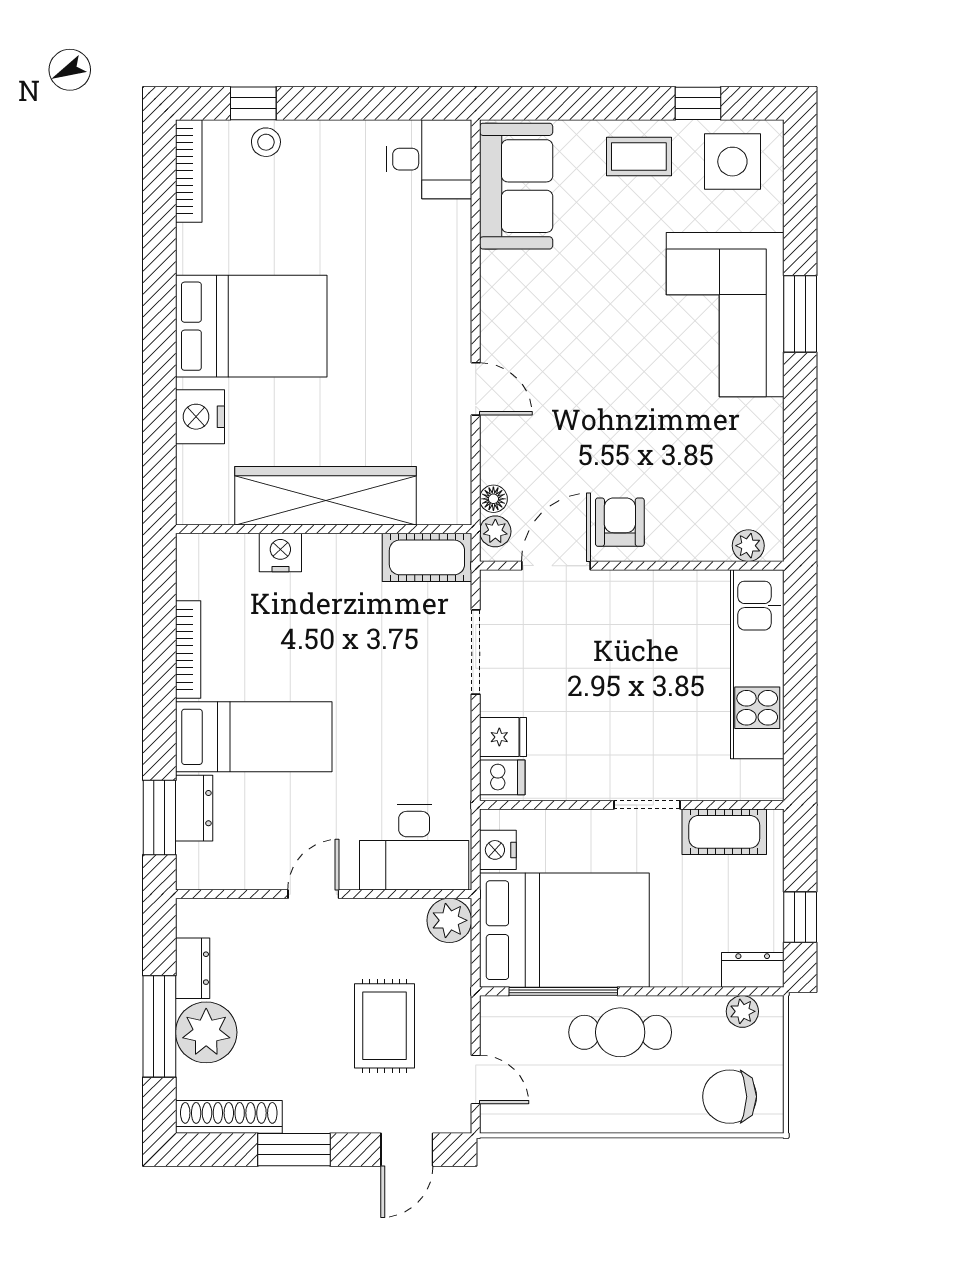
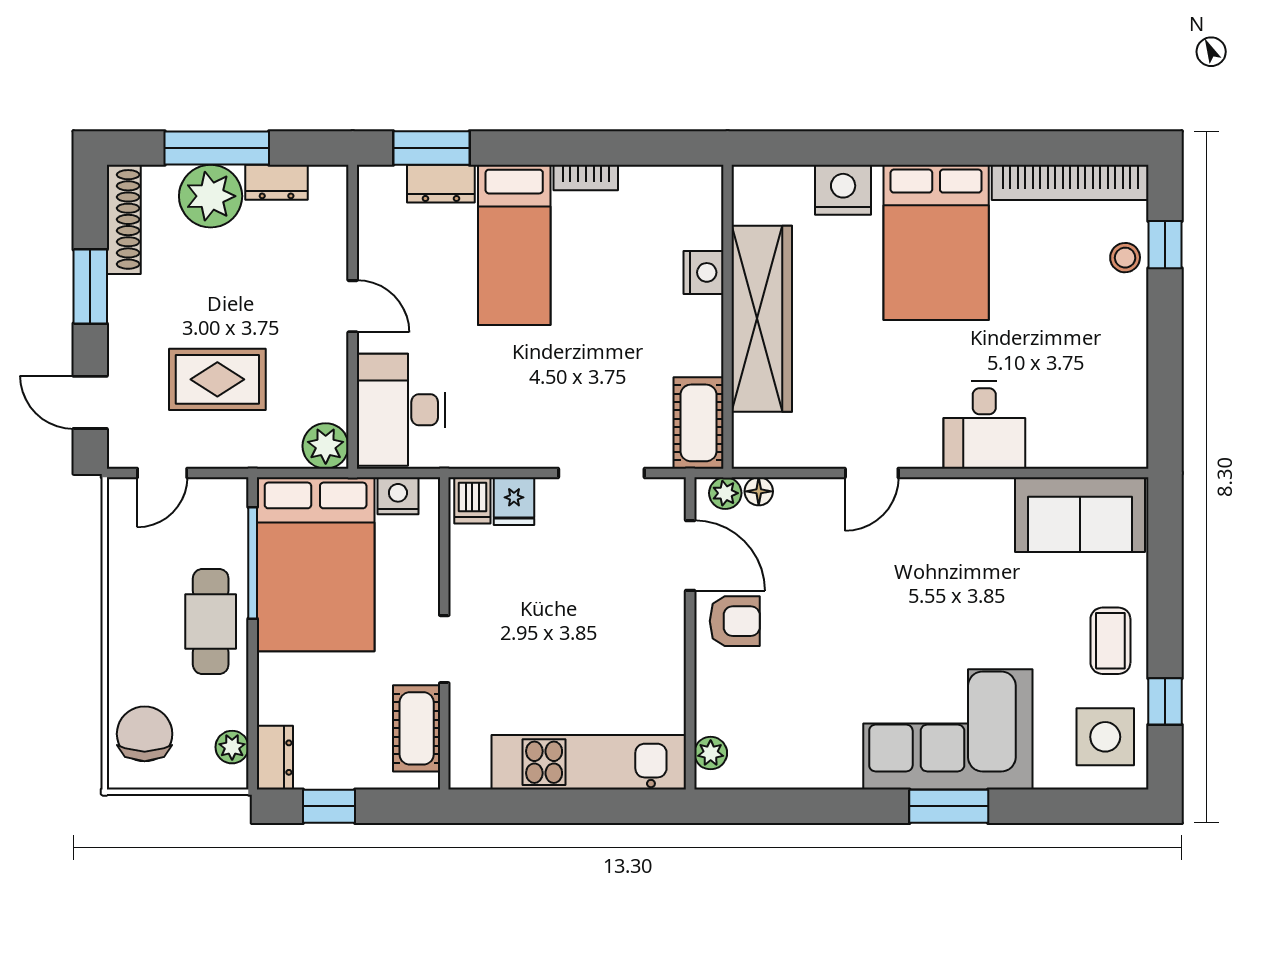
desk: (429, 159) -> (984, 425), moved
bookcase: (189, 171) -> (1070, 182), width x1.48, depth x1.31
bookcase: (188, 649) -> (586, 178), width x0.64

